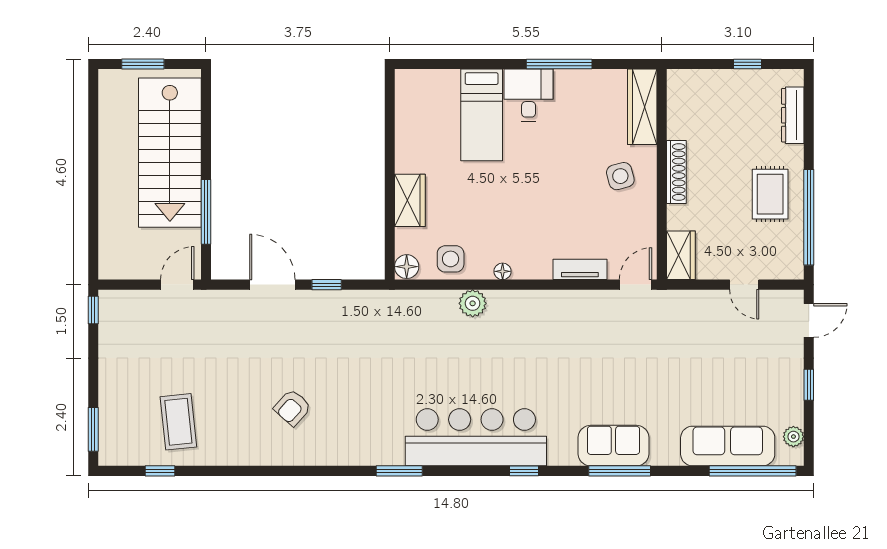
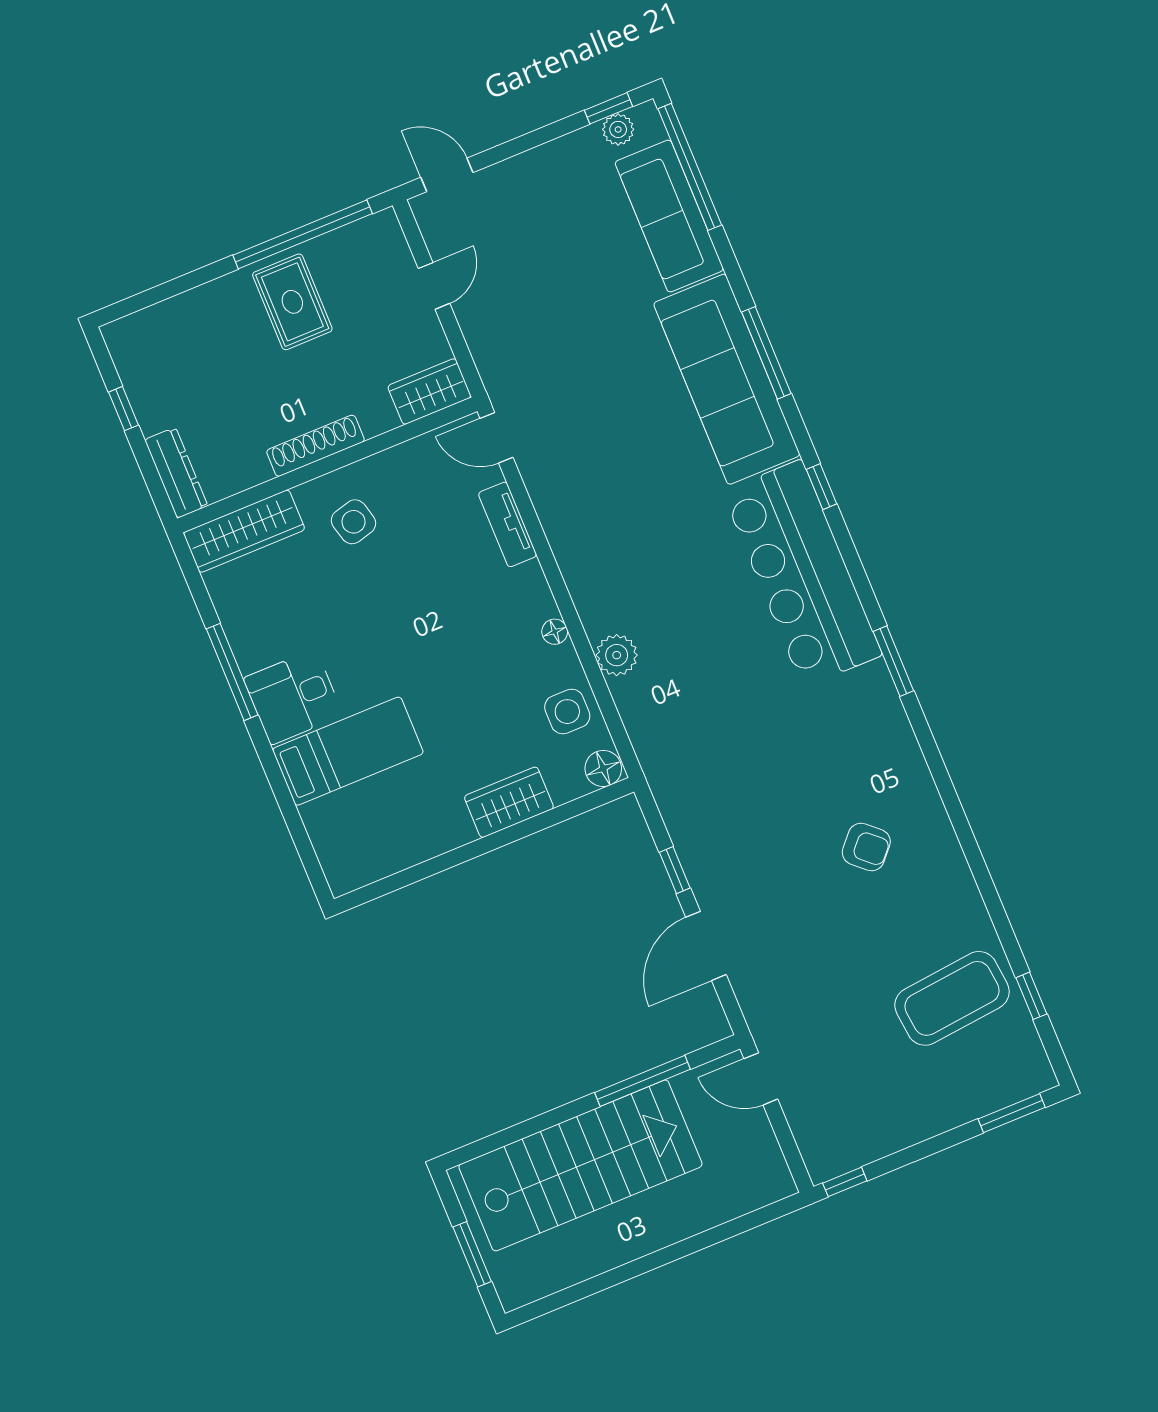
dresser: (793, 115) -> (176, 473), moved, turned -90
rug: (770, 194) -> (292, 302), turned 90
window: (809, 385) -> (608, 108), moved
coffee table: (178, 422) -> (952, 998), width x1.36, depth x1.32
sofa: (613, 446) -> (727, 379), width x1.85, depth x1.27

